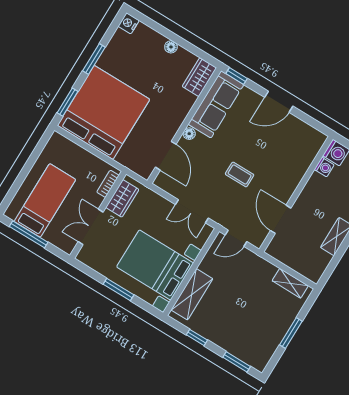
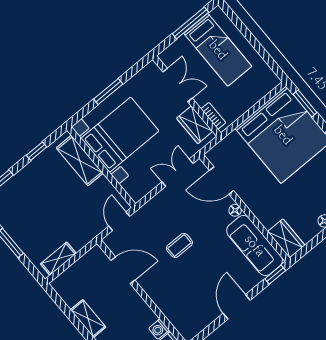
double door: (192, 211) -> (178, 173), moved

